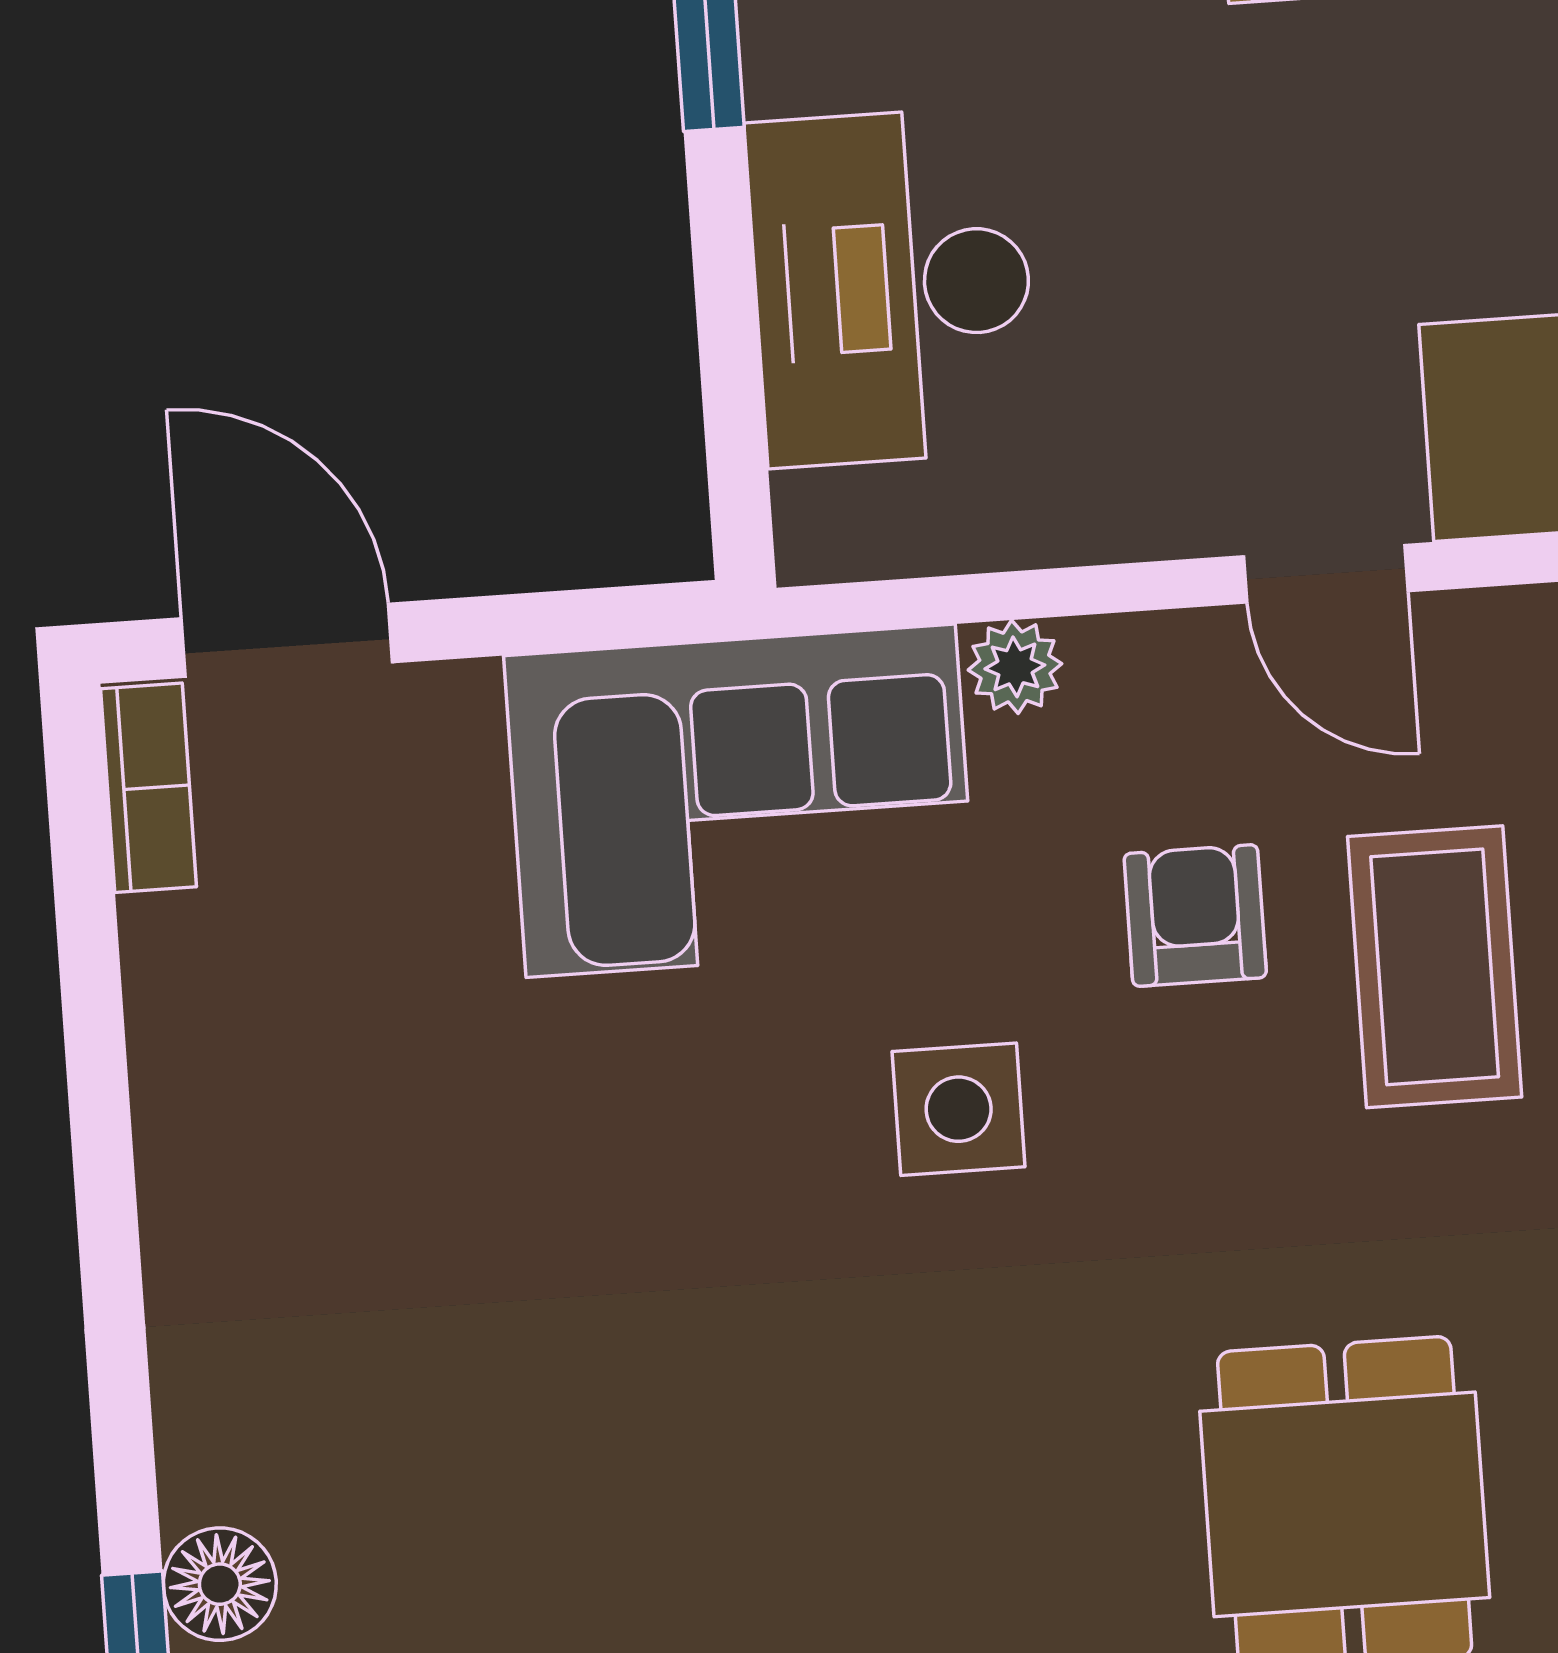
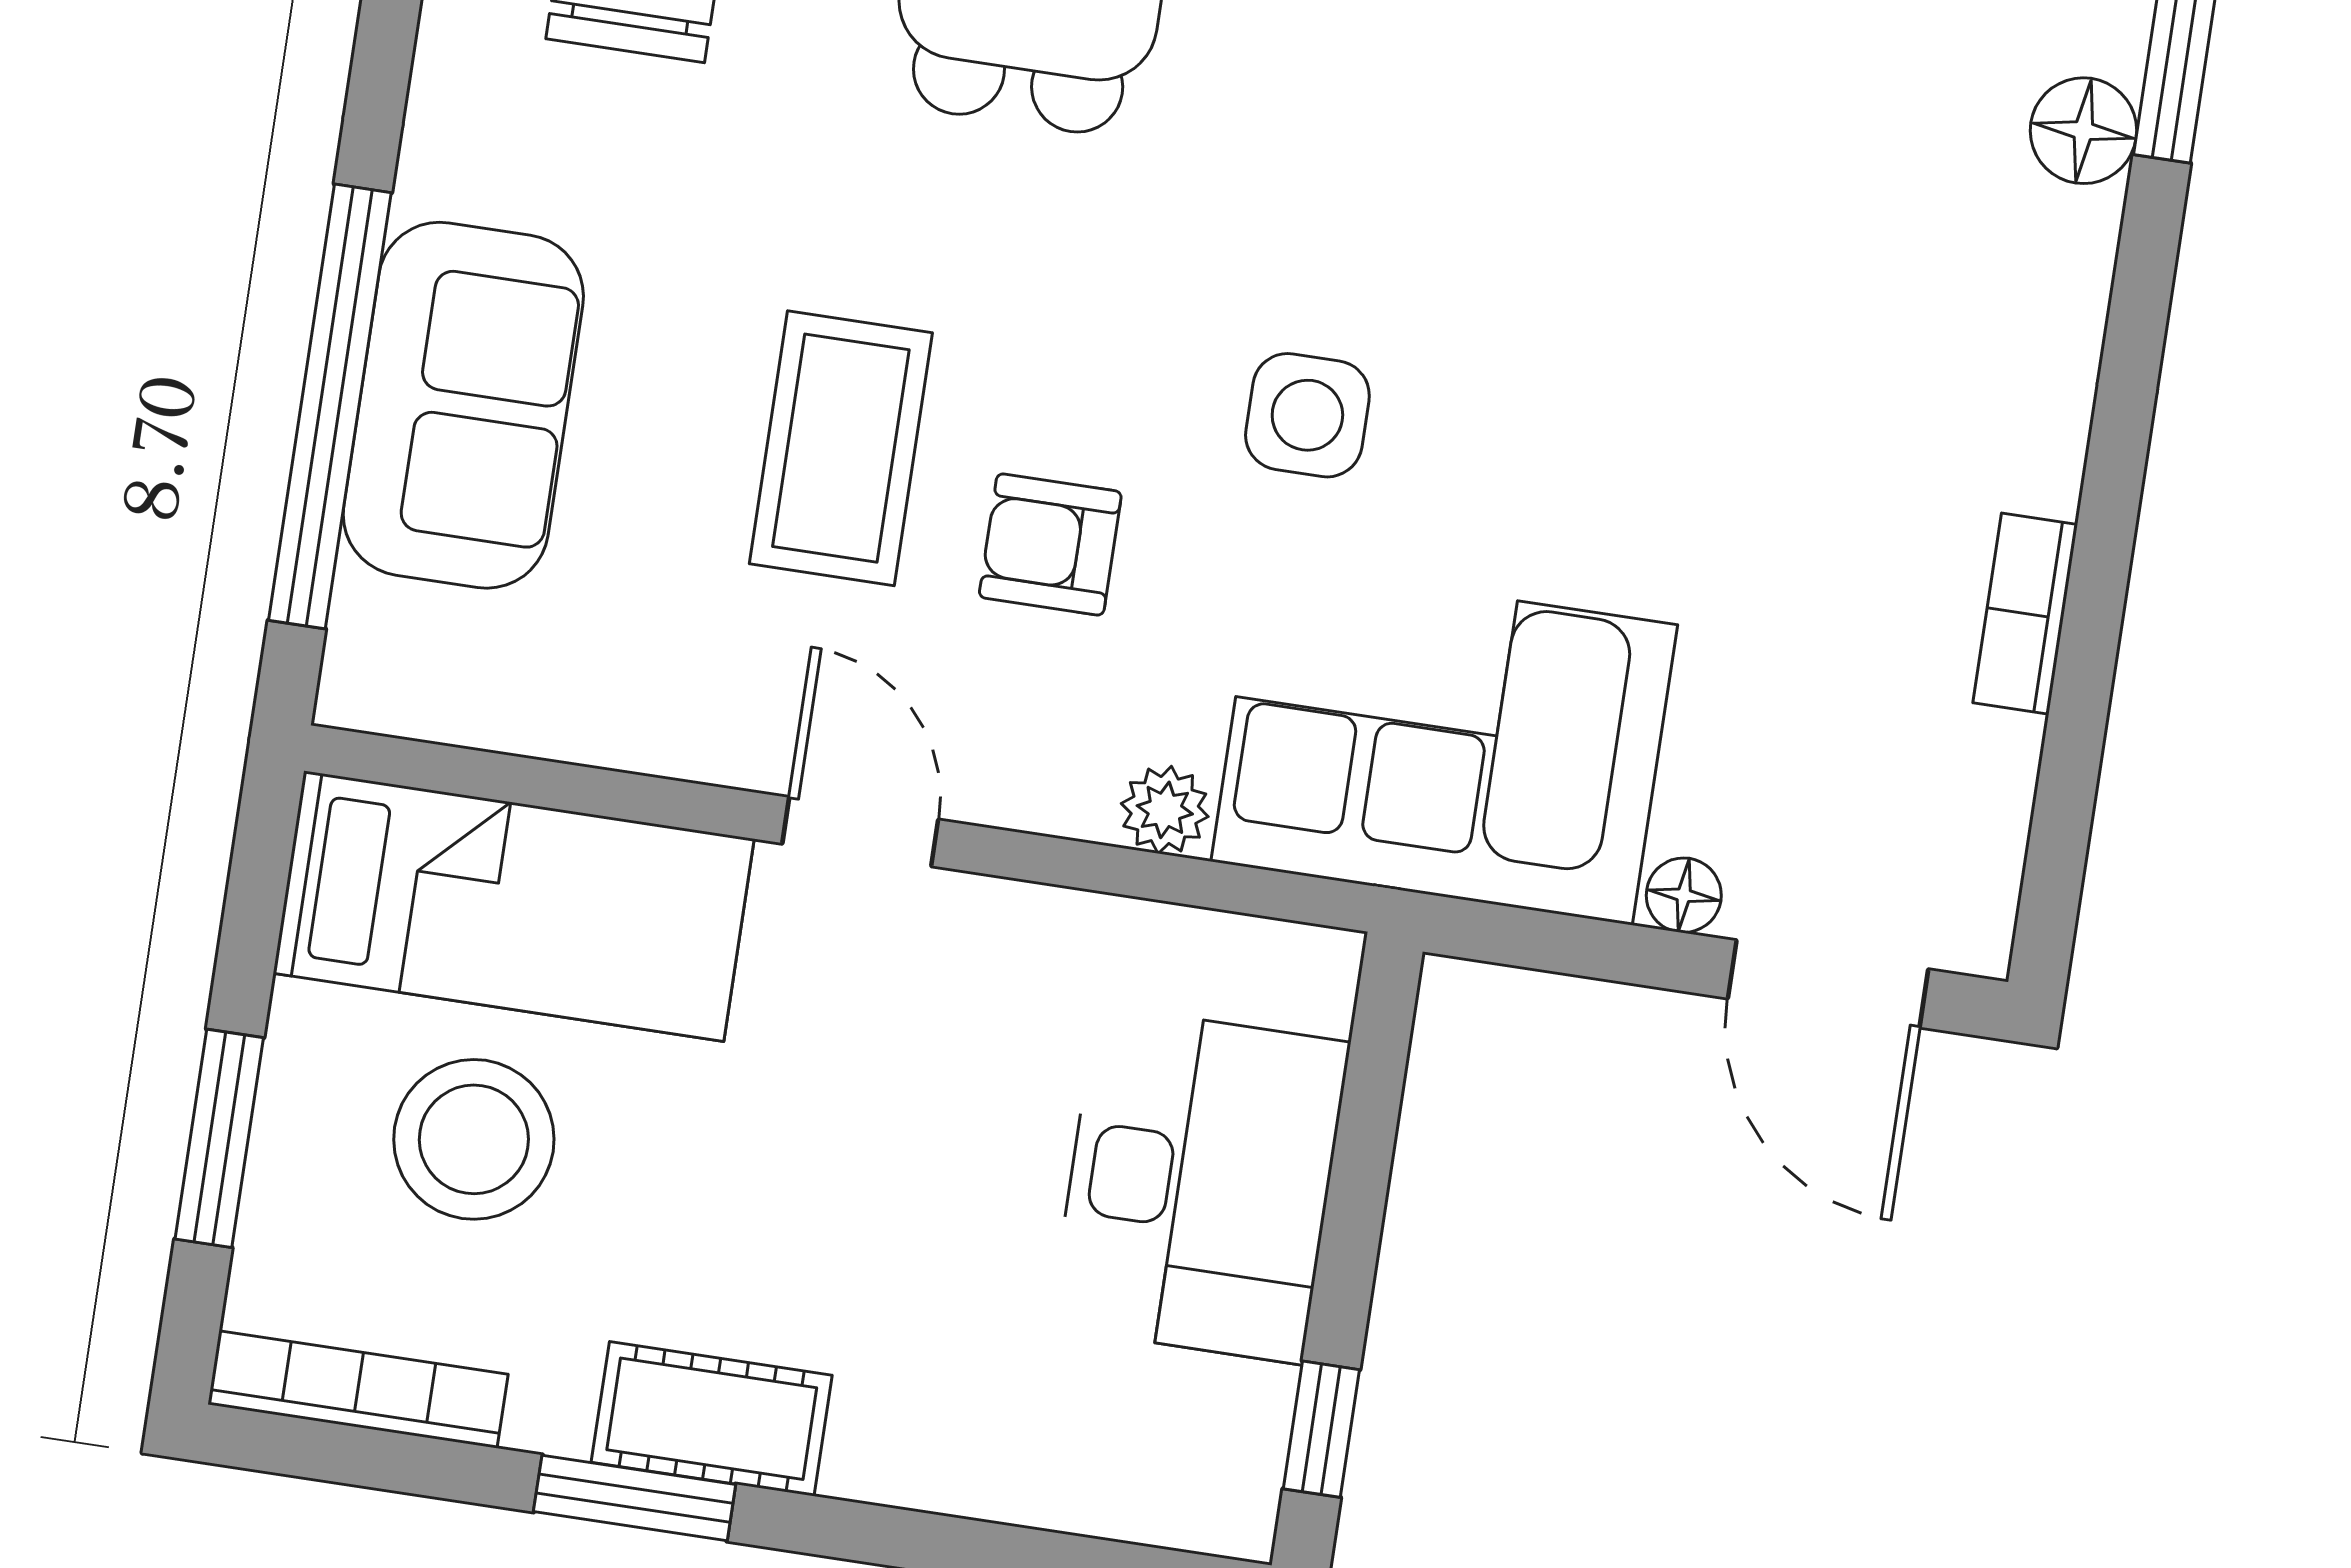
floor lamp: (457, 699) -> (1684, 895), added
bookcase: (149, 788) -> (2025, 614), moved
armchair: (1195, 916) -> (1050, 544), turned 90

